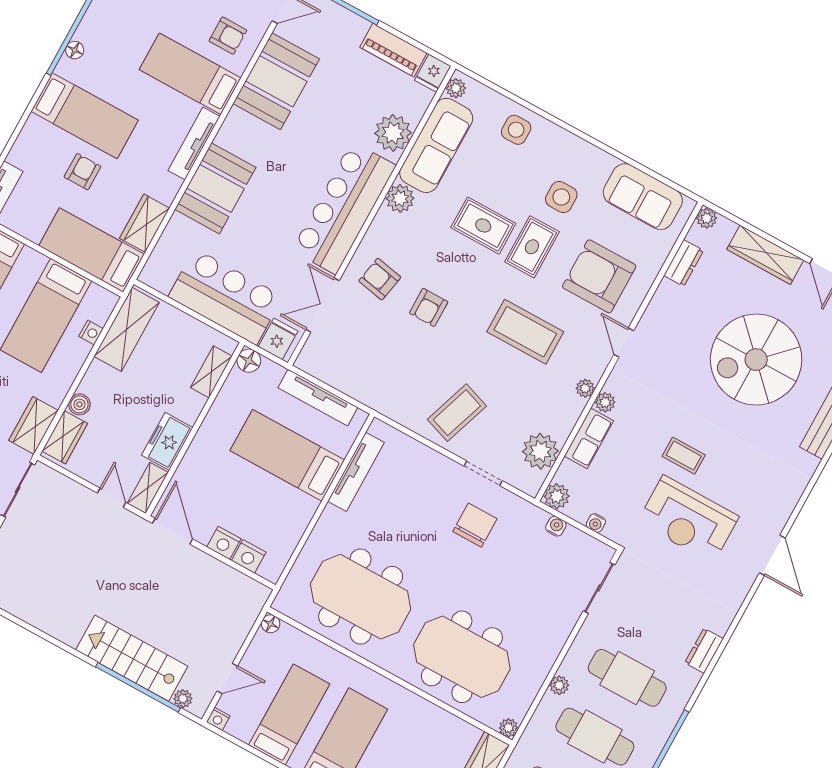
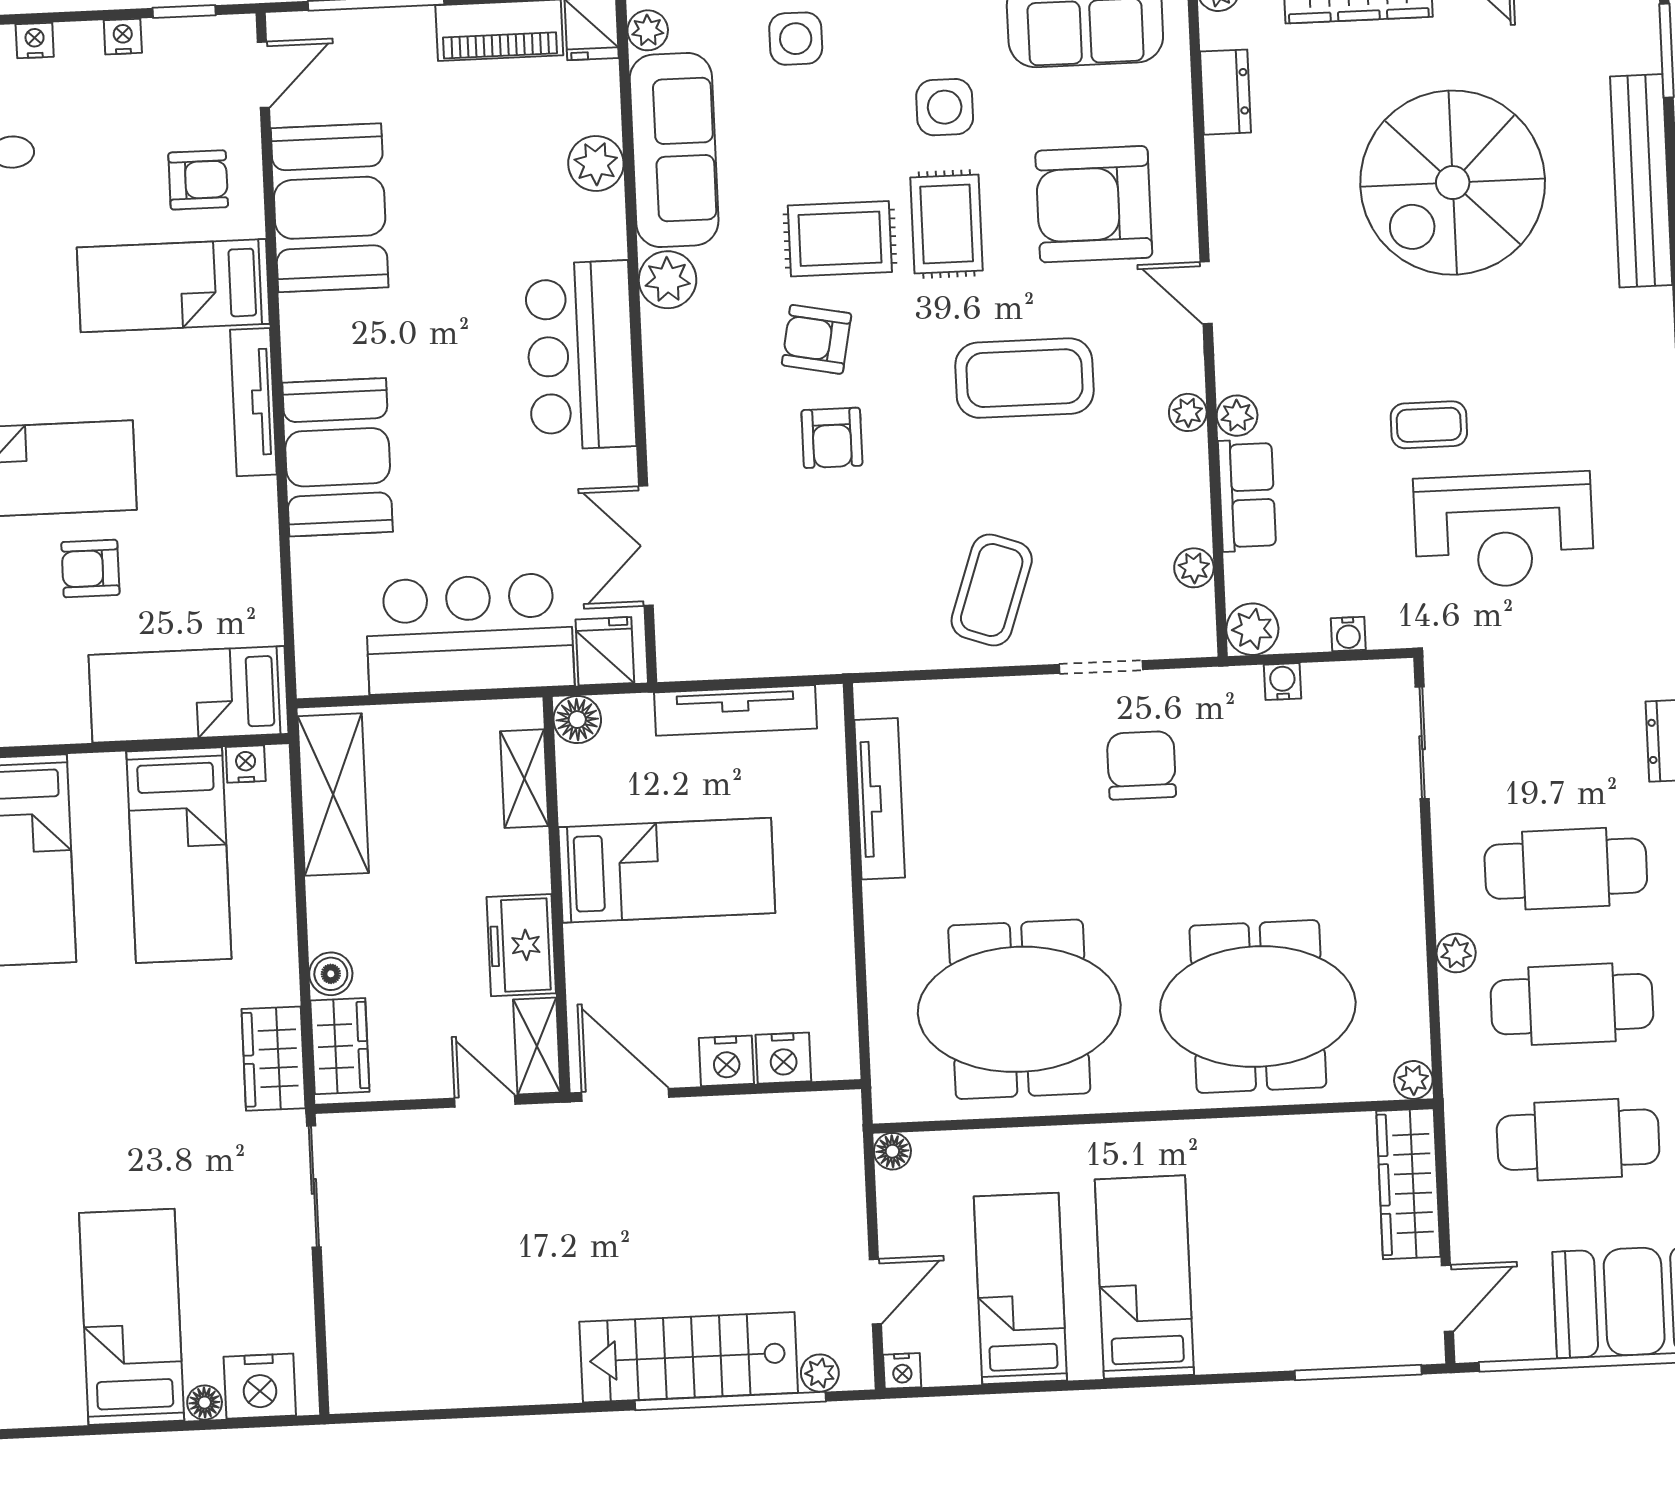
plant: (393, 133) -> (596, 163), width x0.73, depth x0.73
armchair: (82, 172) -> (90, 568), turned -90
bar counter: (344, 208) -> (580, 355), width x0.73
wardrobe: (145, 223) -> (252, 592), removed
armchair: (380, 279) -> (817, 339), moved
nightstand: (91, 332) -> (246, 764), moved, turned -90
plant: (540, 451) -> (1194, 568), width x0.53, depth x0.53
bed: (287, 455) -> (667, 870), moved, turned 180

